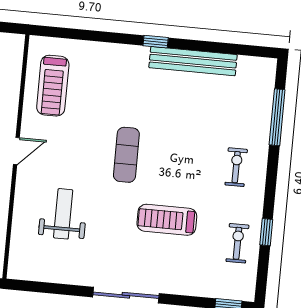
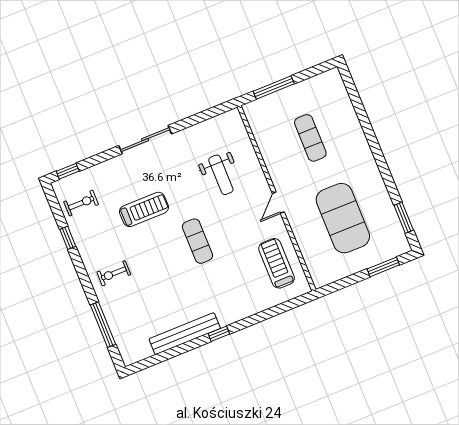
exercise bike: (236, 167) -> (114, 273), turned 90
exercise bike: (237, 243) -> (81, 203), moved, turned -90

